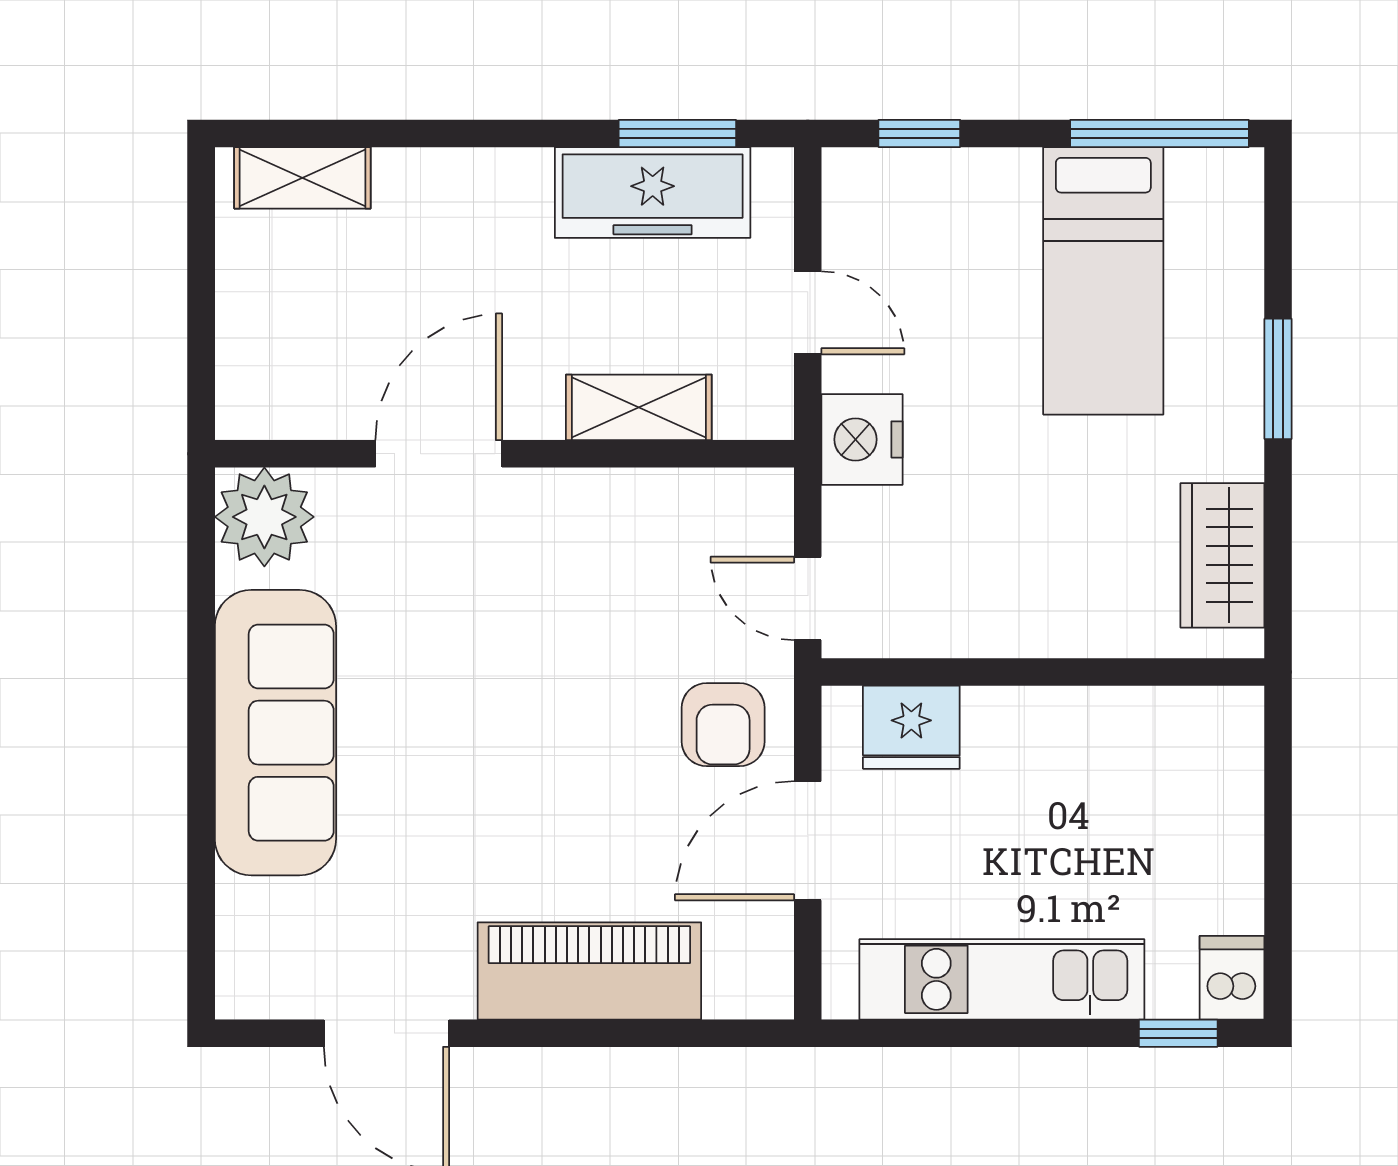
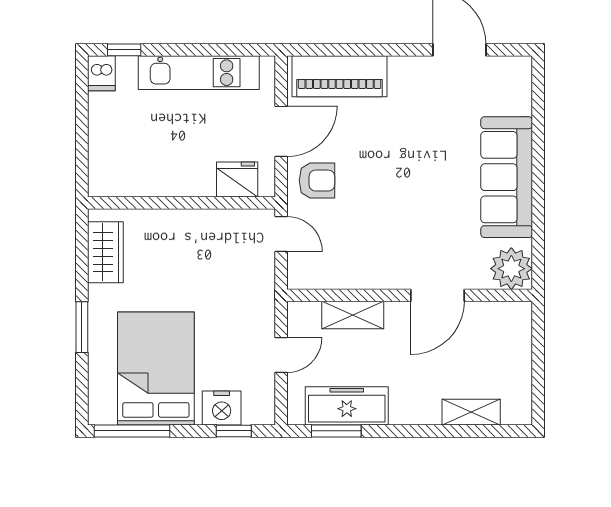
shelving: (302, 178) -> (471, 412), moved
bed: (1103, 281) -> (156, 369), width x1.50
door: (808, 313) -> (281, 355), swing flipped
nightstand: (862, 439) -> (222, 408), moved, turned 90
armchair: (723, 725) -> (317, 181), turned 90
piano: (589, 971) -> (340, 76), moved

